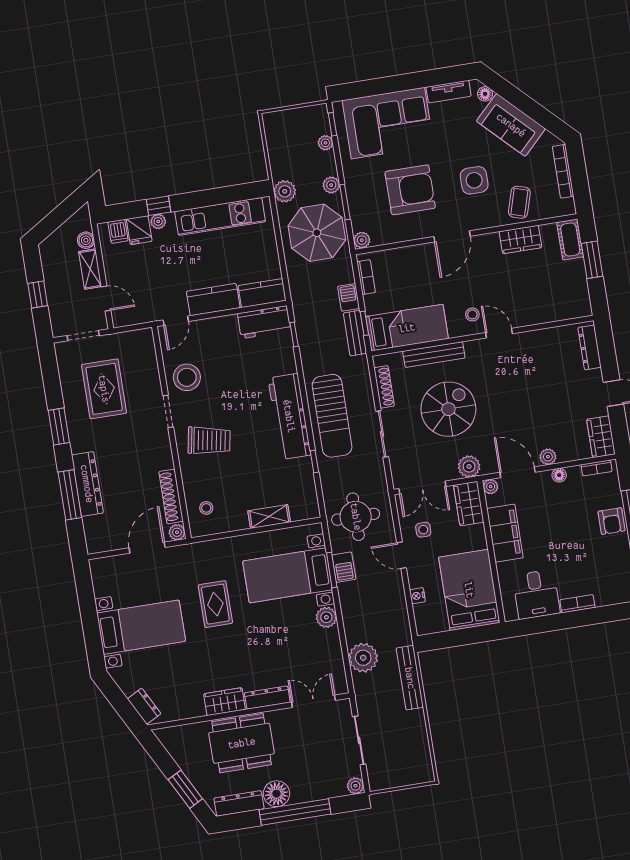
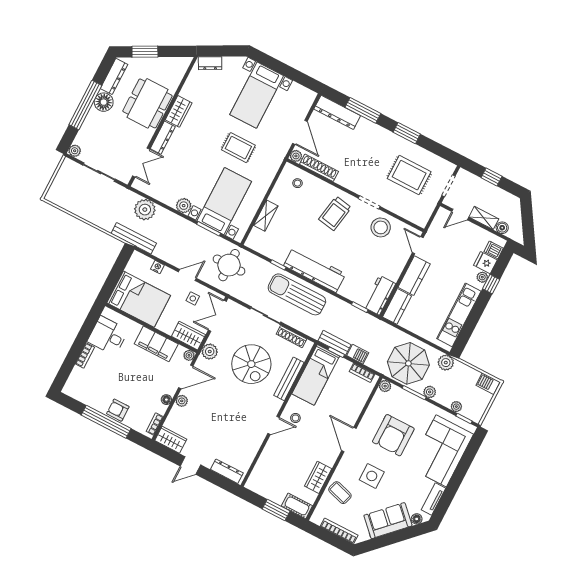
dresser: (87, 484) -> (337, 112), moved
barbecue: (344, 567) -> (488, 384), moved
bench: (410, 678) -> (134, 238), moved

